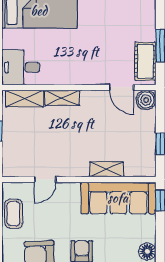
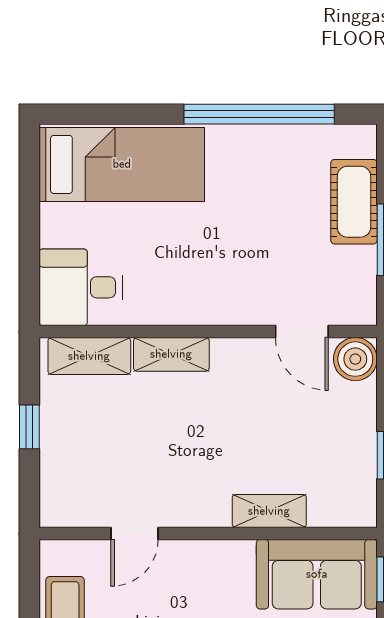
cot: (145, 61) -> (354, 202), moved
sofa: (118, 198) -> (317, 574), width x0.73

